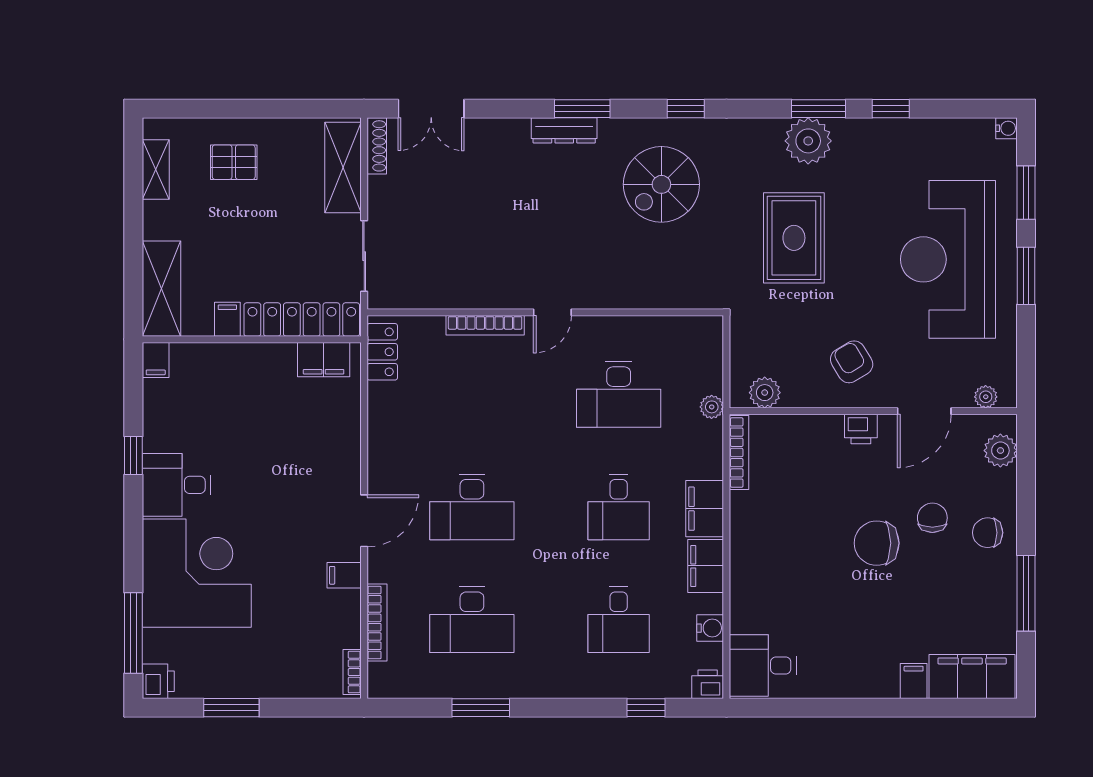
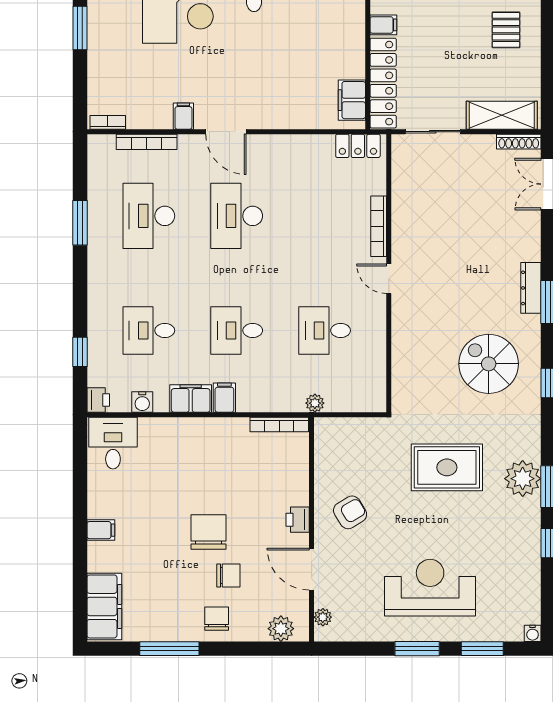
reception desk: (948, 259) -> (430, 588), width x0.74, depth x0.77
plant: (765, 393) -> (326, 445), removed
desk: (619, 394) -> (325, 330), width x0.73
filing cabinet: (705, 509) -> (224, 398), width x0.50
filing cabinet: (914, 681) -> (101, 530), moved

